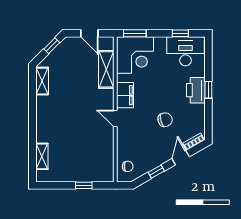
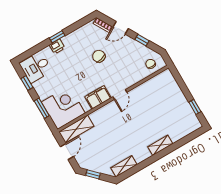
window: (135, 33) -> (42, 108), moved
desk: (186, 51) -> (36, 67), width x0.73
shelving: (106, 69) -> (76, 129), moved
printer: (196, 90) -> (57, 46), width x0.53, depth x0.68
shelving: (42, 156) -> (160, 145), moved
window: (84, 185) -> (195, 107), moved

